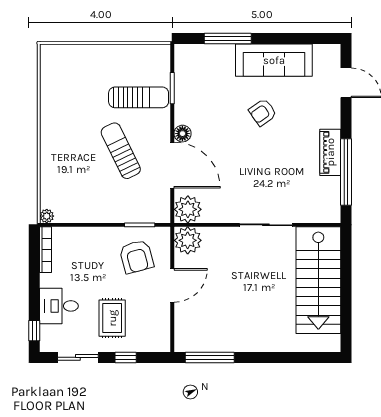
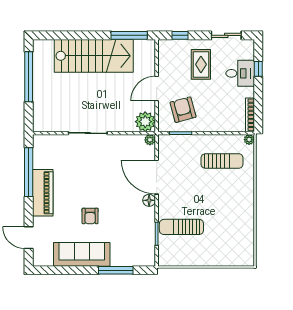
armchair: (263, 112) -> (90, 216), turned 125
sun lounger: (121, 151) -> (222, 161), moved, turned -64
piano: (330, 152) -> (43, 193), width x1.37, depth x1.33
plant: (188, 209) -> (150, 140), width x0.53, depth x0.53
stairs: (318, 280) -> (94, 56), moved, turned 90
window: (346, 301) -> (29, 77), added
window: (34, 331) -> (258, 69), moved
window: (126, 357) -> (180, 35), moved

